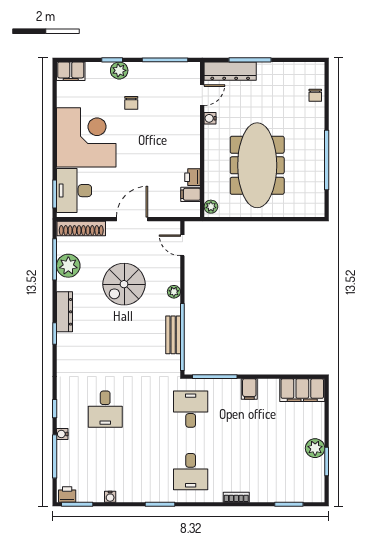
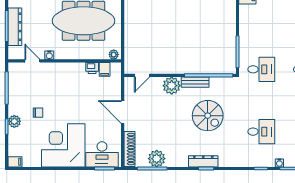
filing cabinet: (71, 71) -> (15, 162), width x0.50
dresser: (230, 71) -> (15, 27), moved
spiral stairs: (124, 284) -> (208, 116), moved
plant: (174, 292) -> (172, 86), width x1.88, depth x1.88
dresser: (64, 312) -> (203, 161), moved
bench: (173, 335) -> (195, 82), moved
filing cabinet: (249, 389) -> (247, 27), removed
desk: (191, 409) -> (261, 69), turned 180

